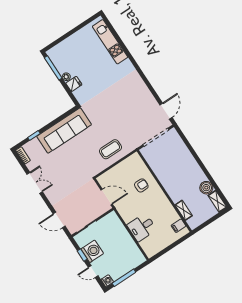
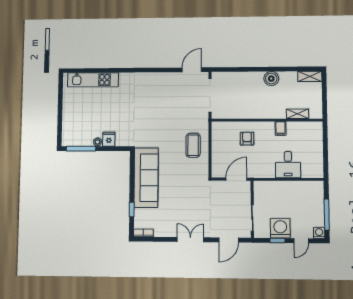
door: (166, 111) -> (192, 70), hinge flipped
double door: (35, 183) -> (190, 240), moved
boiler: (206, 188) -> (271, 79), moved
filing cabinet: (179, 226) -> (280, 128), moved

